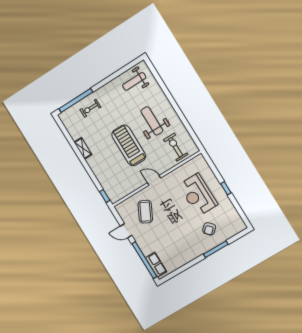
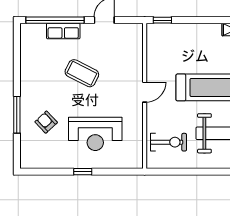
reception desk: (198, 195) -> (95, 134), turned 180
coffee table: (145, 212) -> (82, 73), moved
row of seats: (156, 265) -> (63, 31), moved

